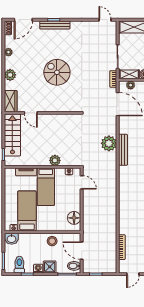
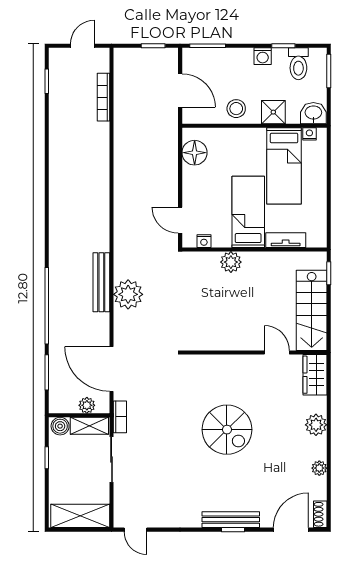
bidet: (74, 266) -> (194, 61), removed
shower: (50, 267) -> (273, 112), moved

